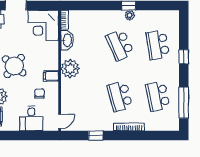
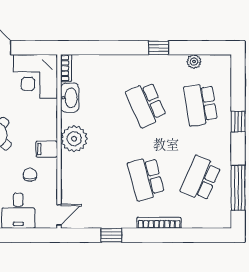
plant: (130, 15) -> (194, 62), moved
school desk: (158, 96) -> (201, 179), turned 36

